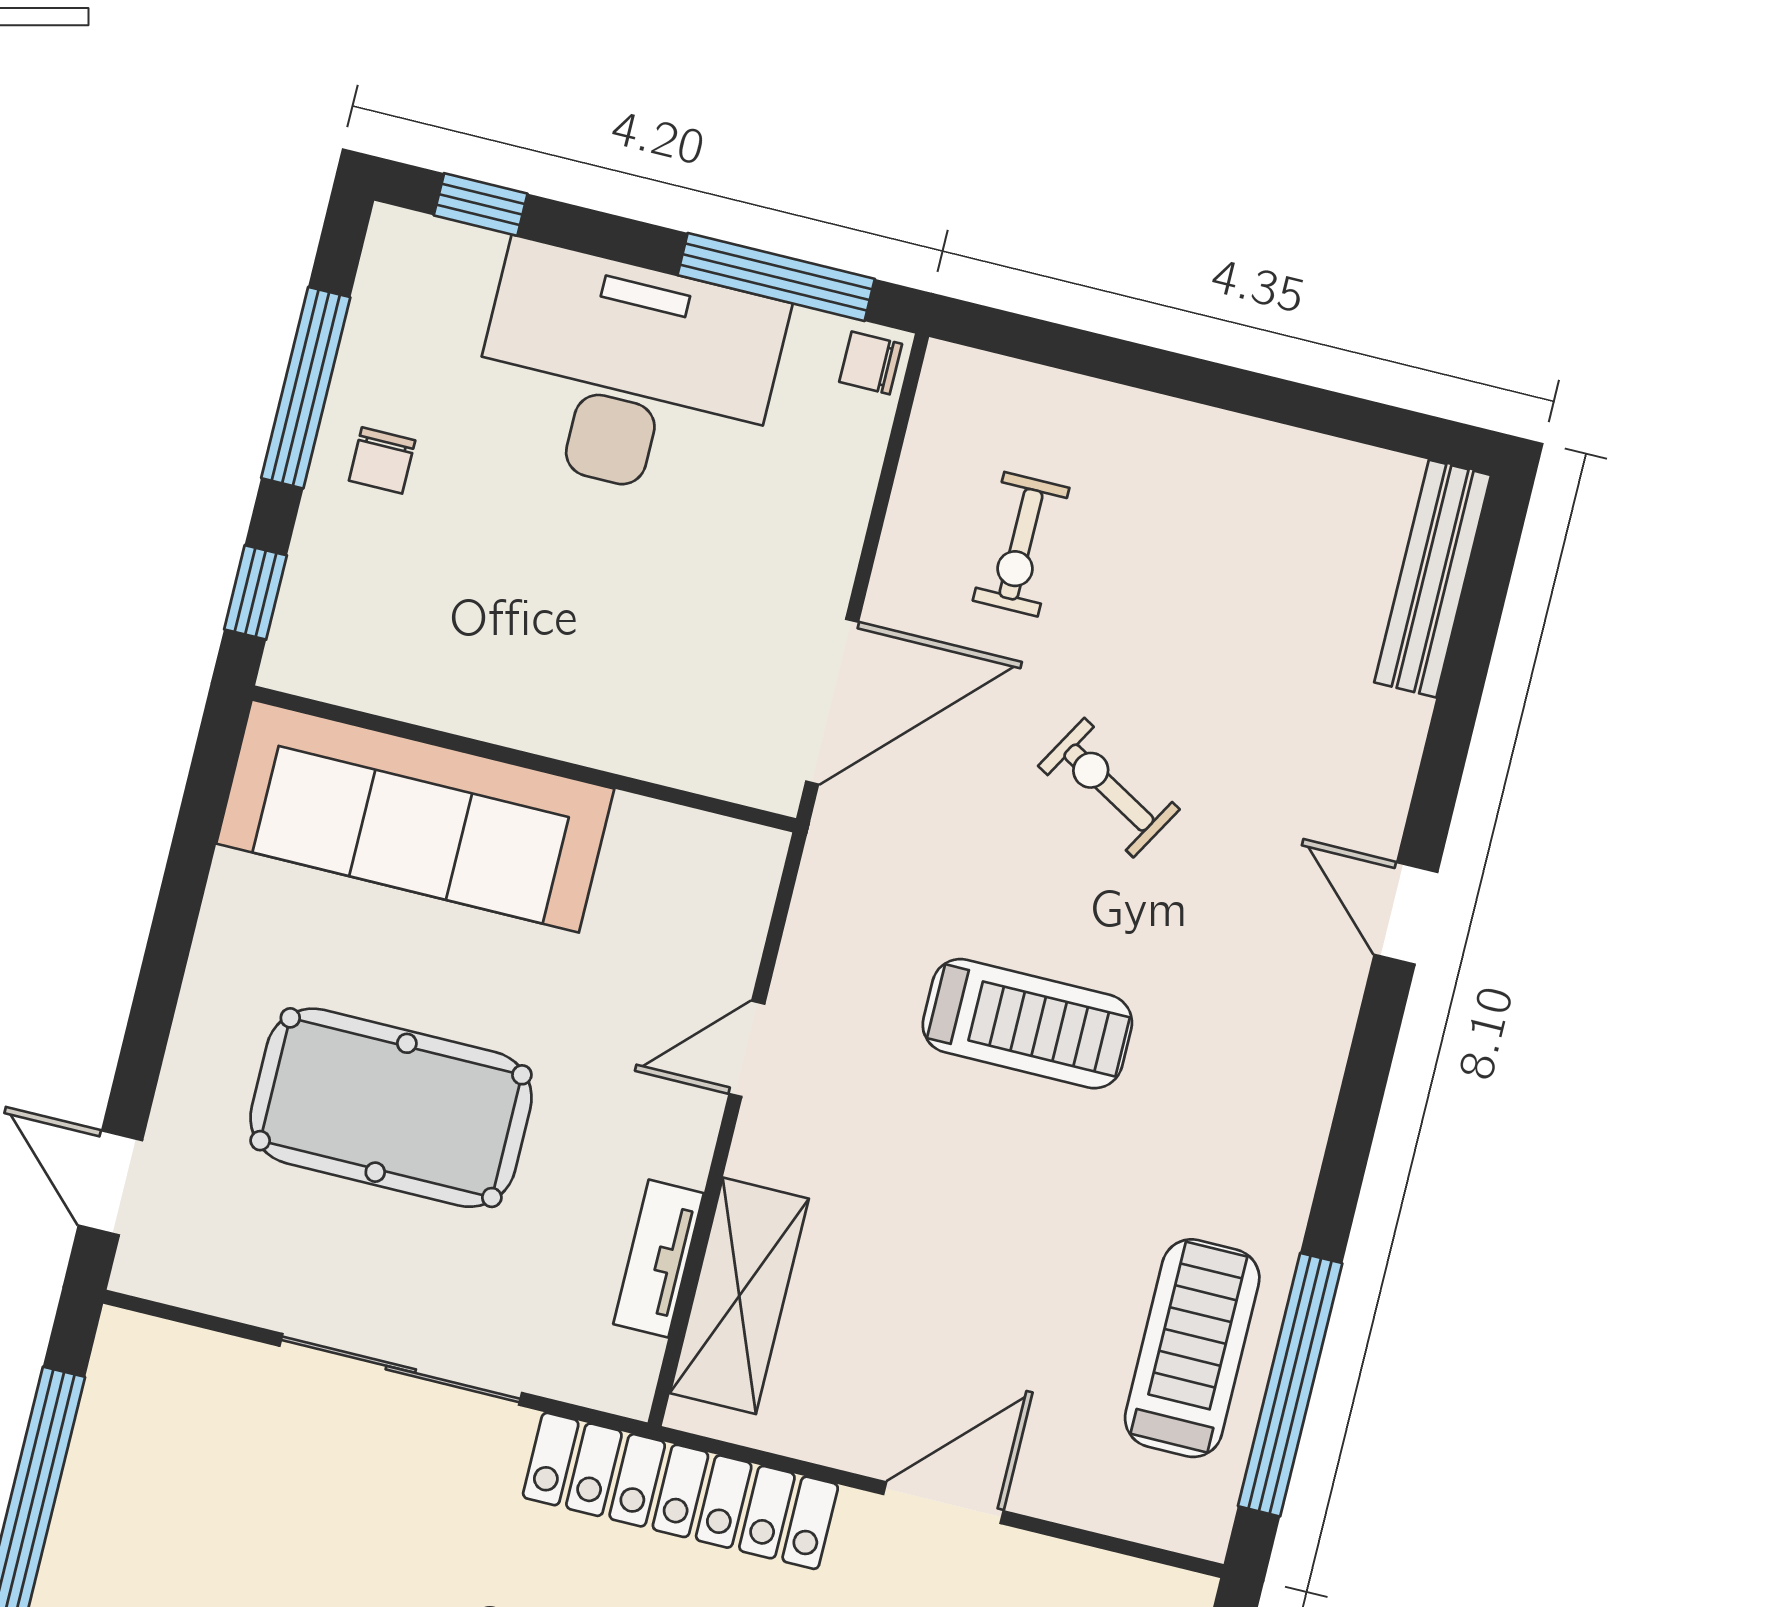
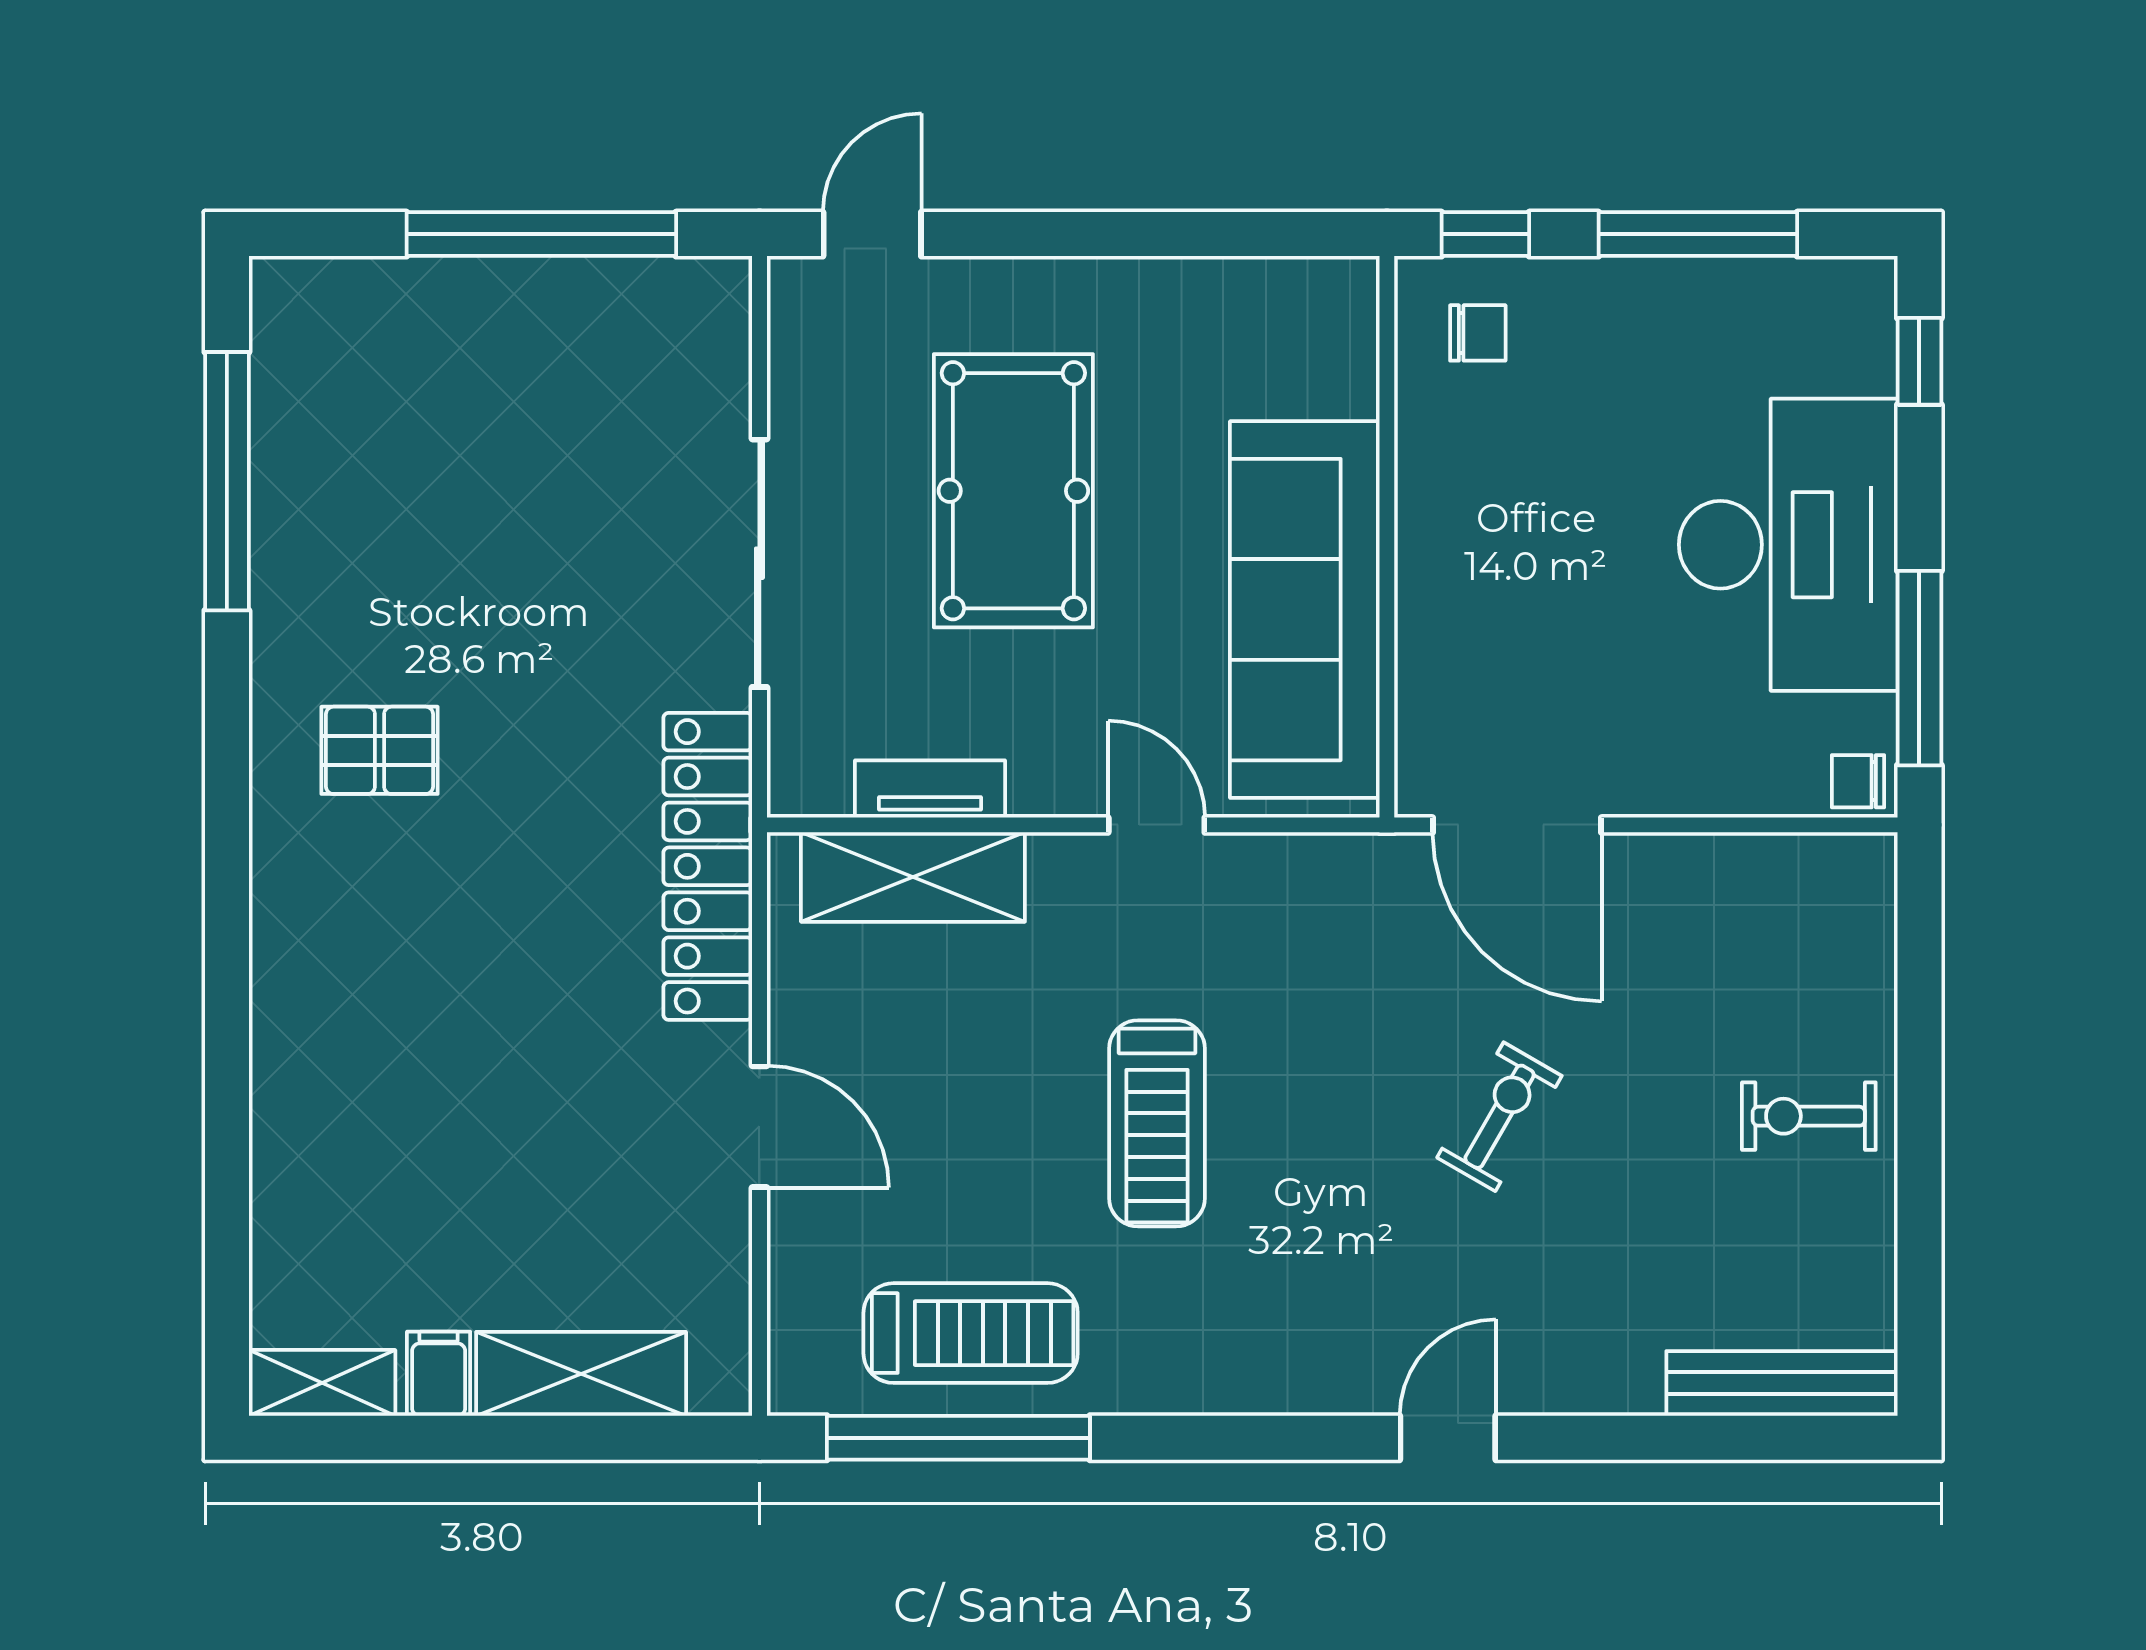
chair: (871, 363) -> (1858, 781), turned -90
chair: (382, 460) -> (1478, 333), moved, turned 180
exercise bike: (1021, 544) -> (1809, 1116), moved
sofa: (415, 816) -> (1305, 610), moved
treadmill: (1027, 1024) -> (1157, 1123), moved

